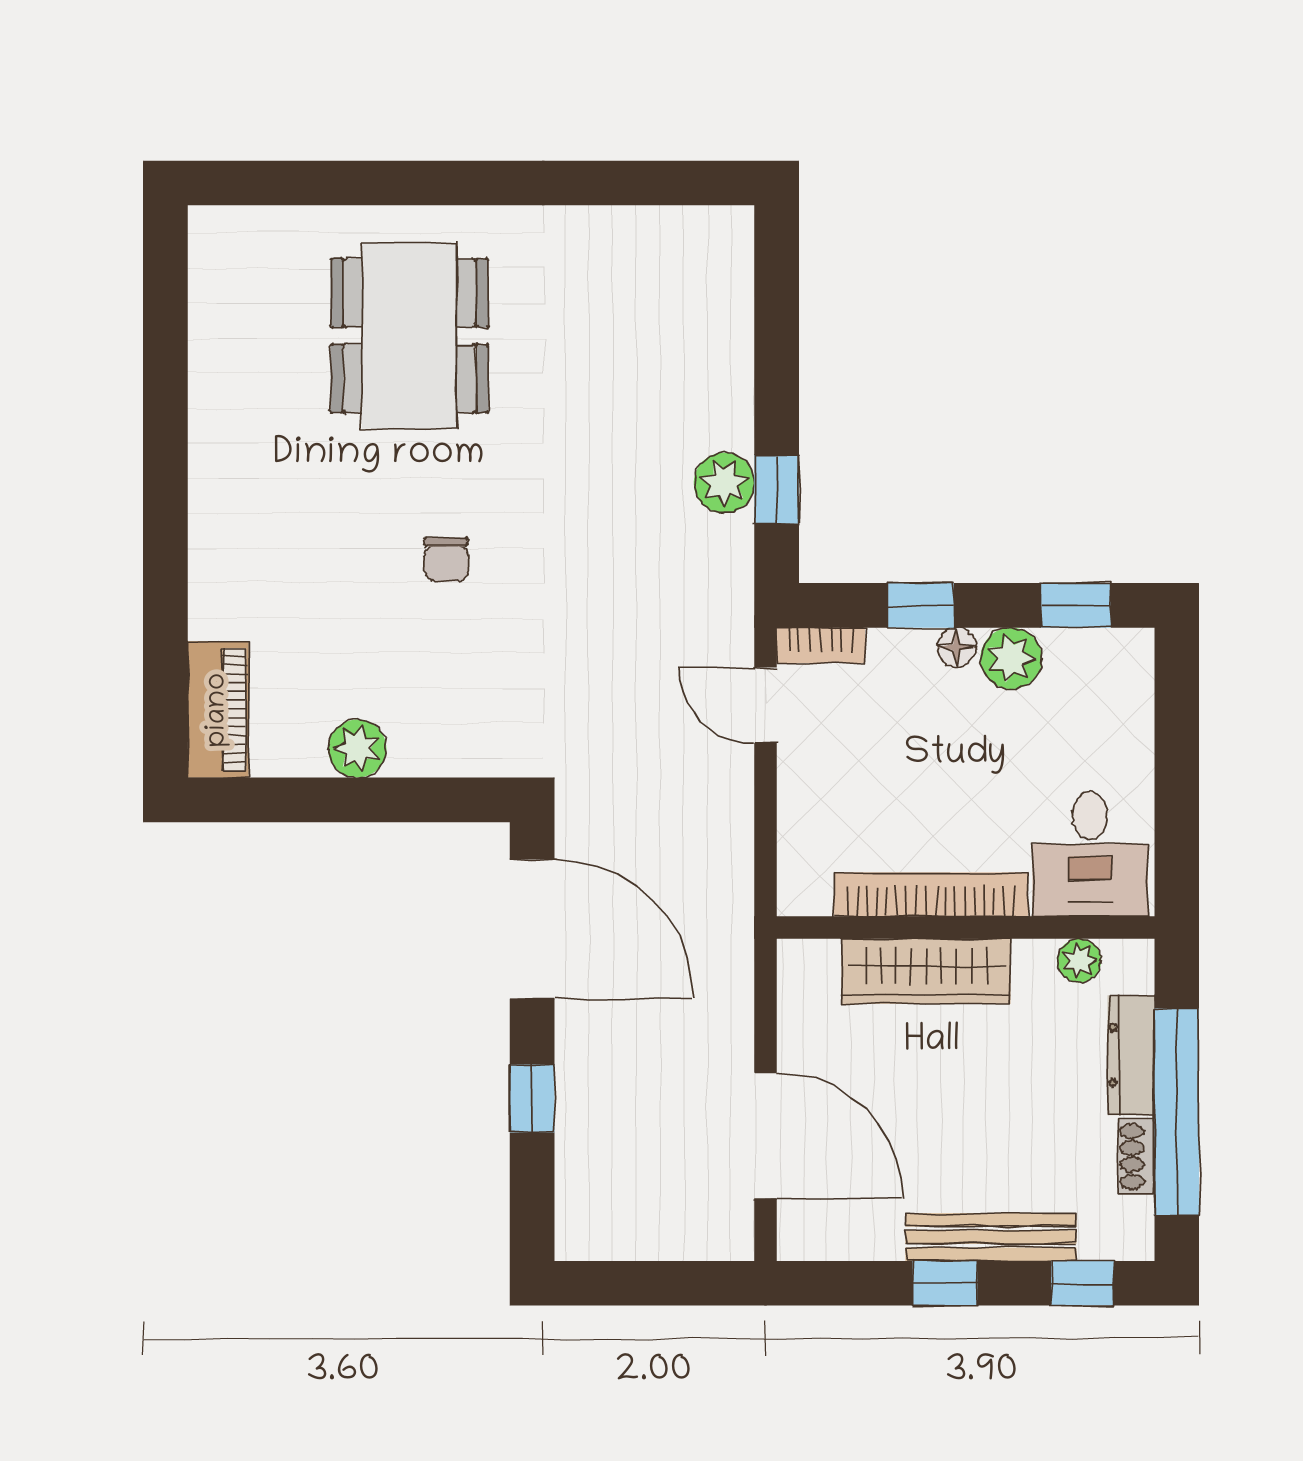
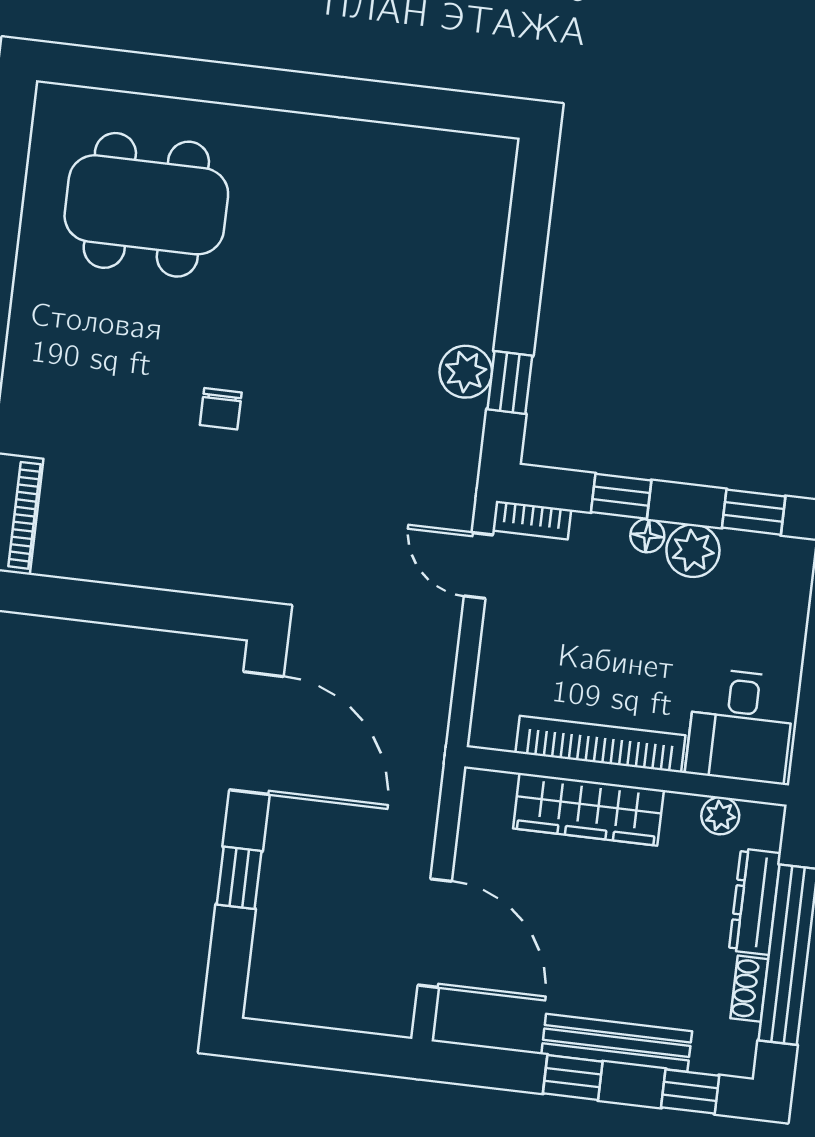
dining table: (410, 336) -> (146, 205), moved, turned 90
plant: (357, 749) -> (125, 561), removed

